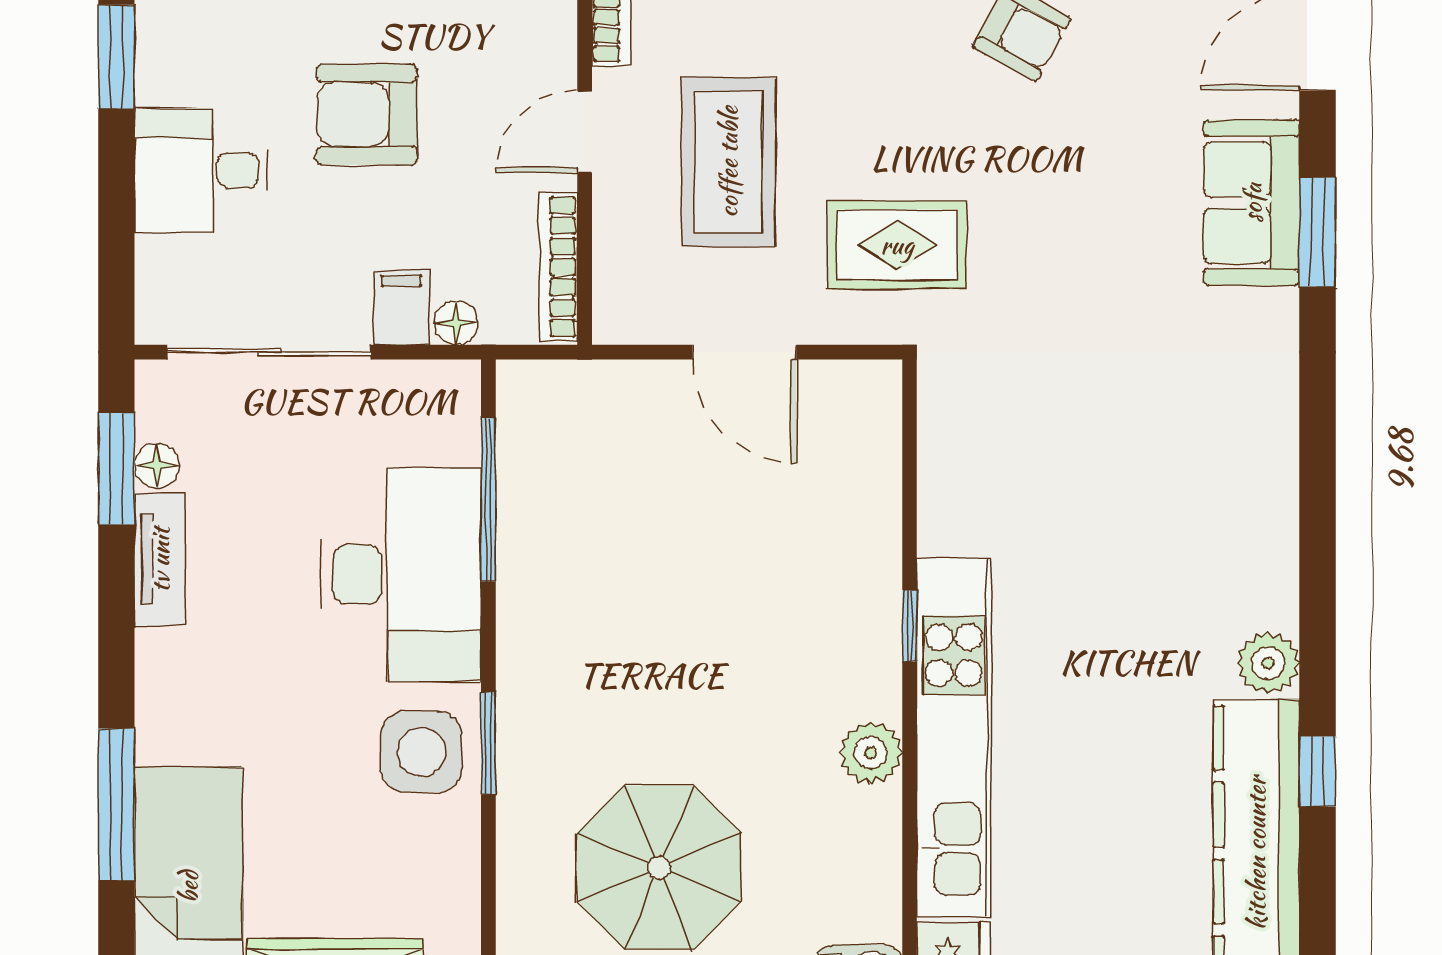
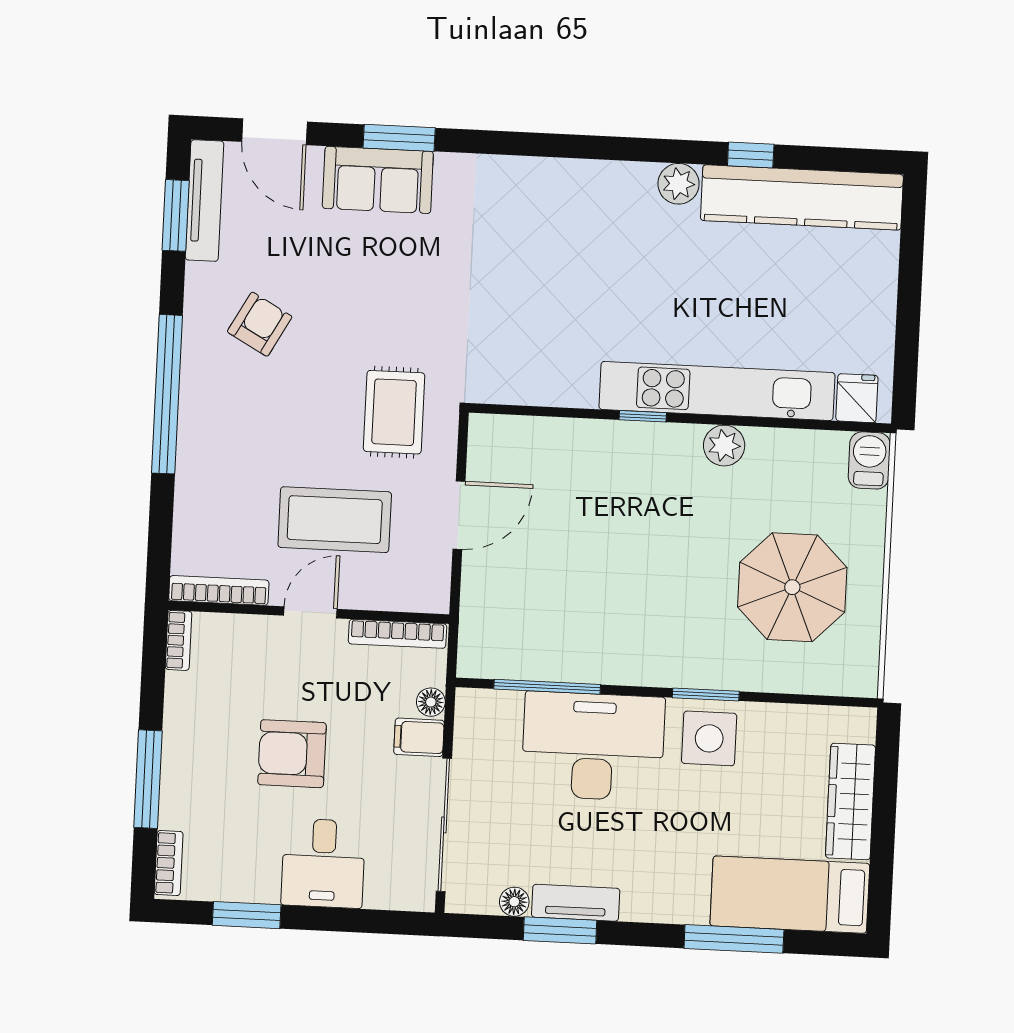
armchair: (367, 114) -> (292, 754), turned 90
door: (585, 132) -> (310, 612), swing flipped
window: (116, 469) -> (560, 930), moved

